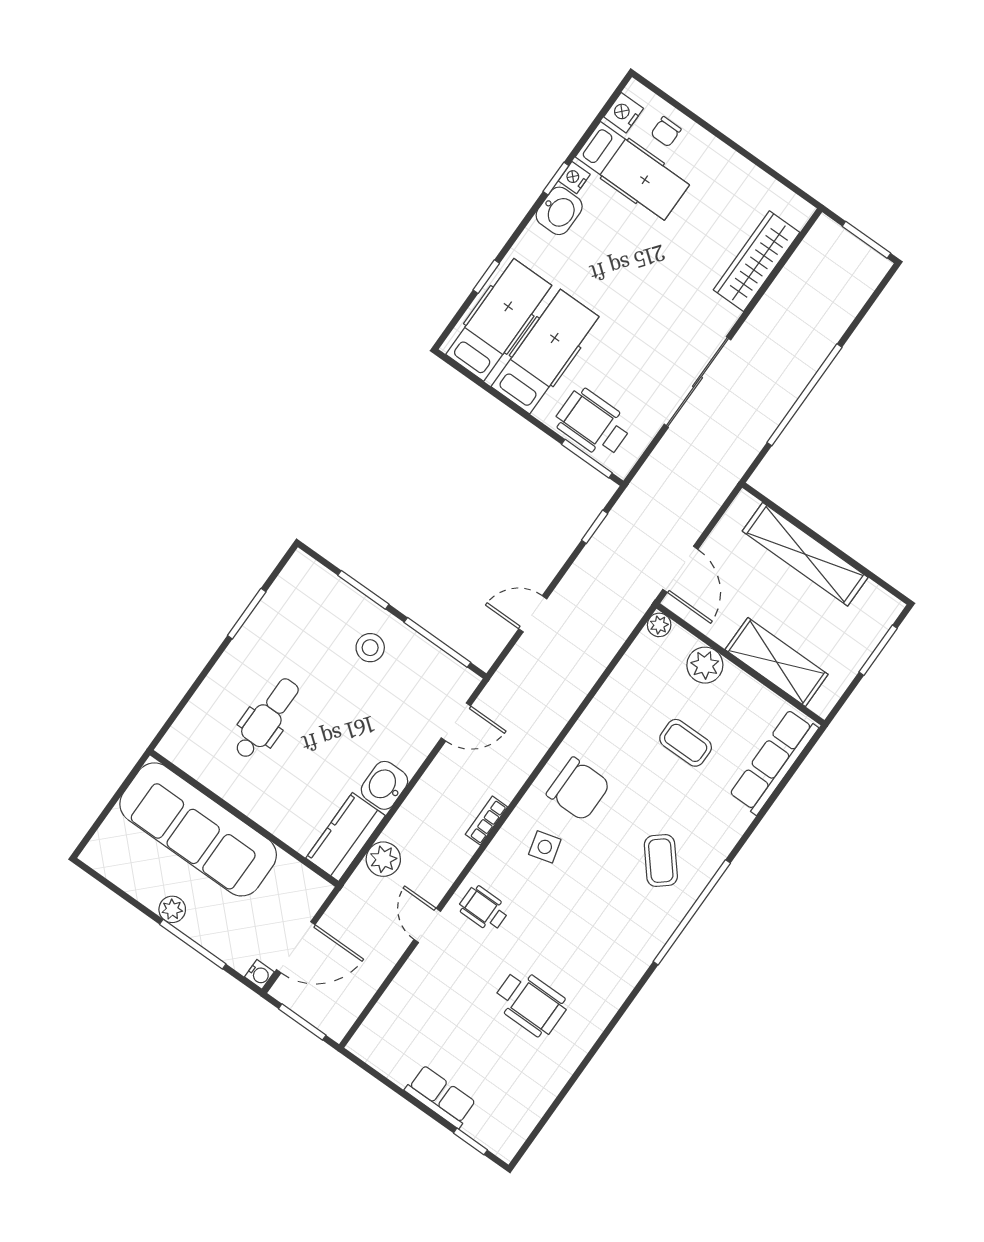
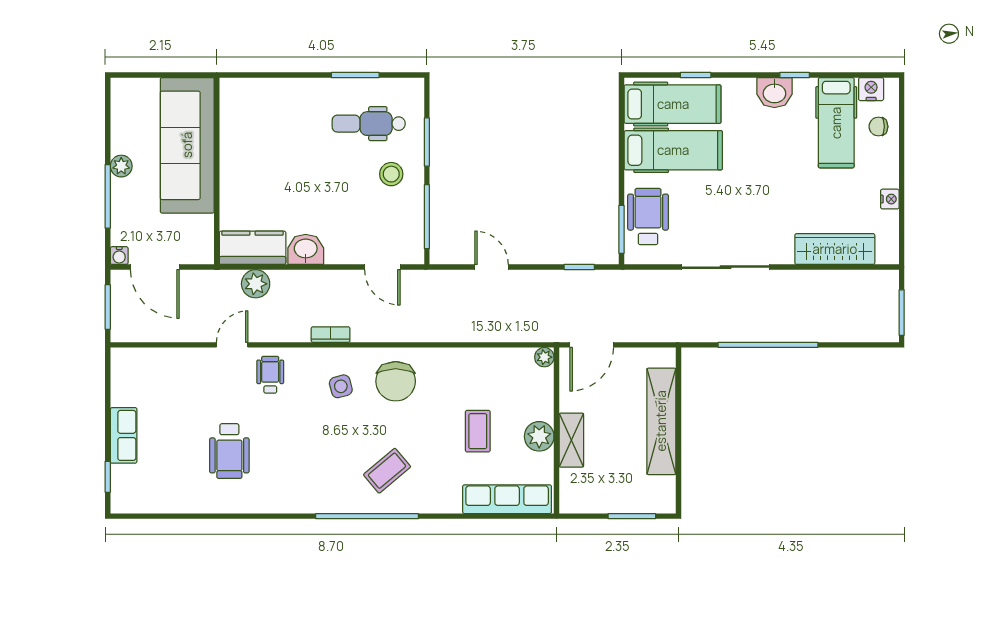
nightstand: (574, 178) -> (890, 199), moved, turned 90
shelving: (777, 662) -> (571, 440), width x0.67, depth x0.75
plant: (705, 665) -> (539, 436), moved
dental chair: (267, 718) -> (369, 124), moved, turned 180

